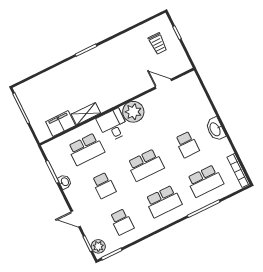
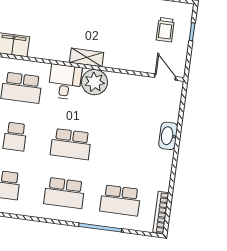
door: (163, 84) -> (165, 77), moved
shelving: (86, 114) -> (87, 57), moved
washbasin: (215, 129) -> (168, 136), moved
school desk: (187, 144) -> (127, 151), removed

